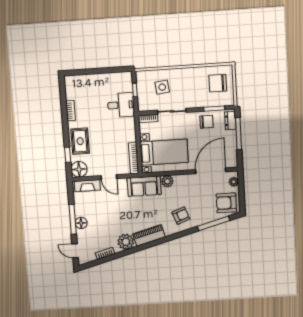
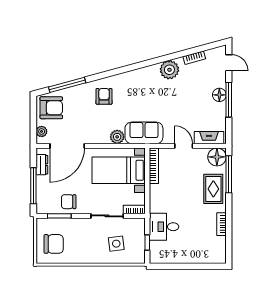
dresser: (230, 121) -> (42, 165), moved
window: (68, 155) -> (229, 174), width x2.17
armchair: (181, 216) -> (104, 96), turned 111
piano: (149, 235) -> (142, 75), removed

